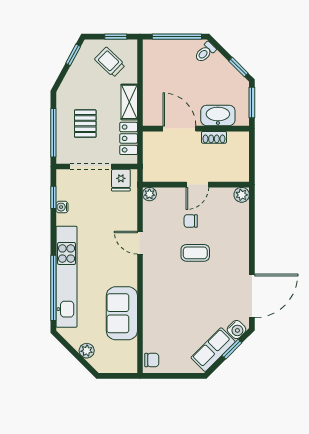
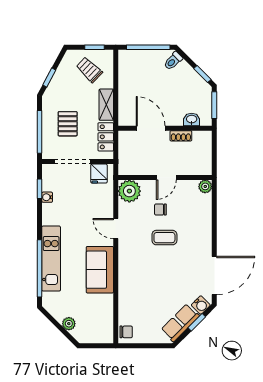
window: (73, 55) -> (49, 78), moved
washbasin: (218, 115) -> (192, 119), width x0.52, depth x0.69
plant: (149, 194) -> (129, 191), width x1.88, depth x1.88
kitchen unit: (67, 277) -> (51, 259), width x0.73
sofa: (122, 313) -> (100, 270), moved

